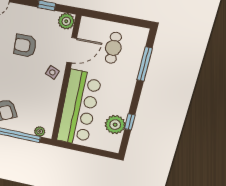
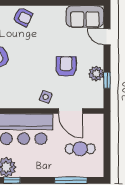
plant: (66, 21) -> (96, 74), moved

